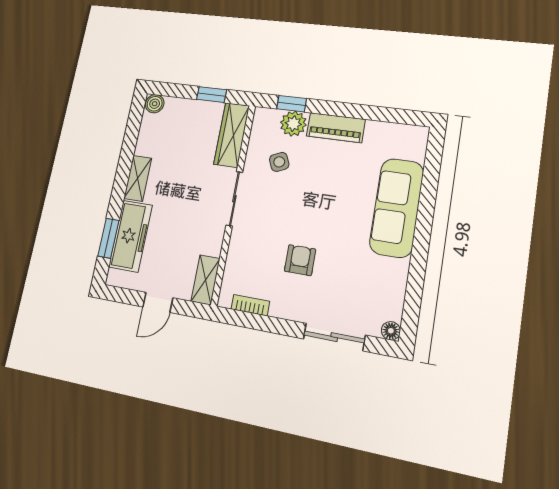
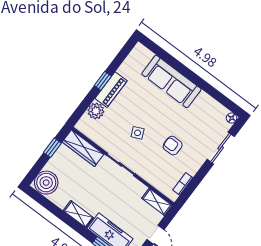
boiler: (155, 104) -> (46, 183), width x1.86, depth x1.86
window: (292, 104) -> (103, 81), moved
side table: (279, 162) -> (138, 133), moved

